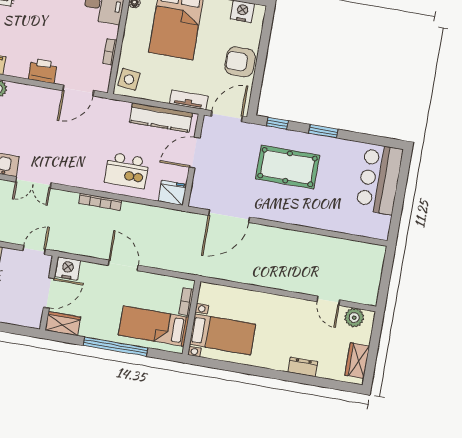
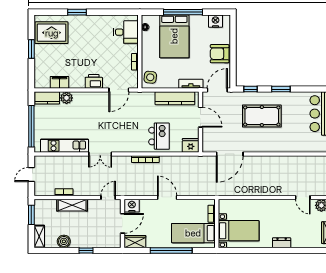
door: (195, 153) -> (200, 117), swing flipped
kitchen island: (127, 170) -> (159, 136), turned -90
dresser: (303, 367) -> (282, 243), moved

